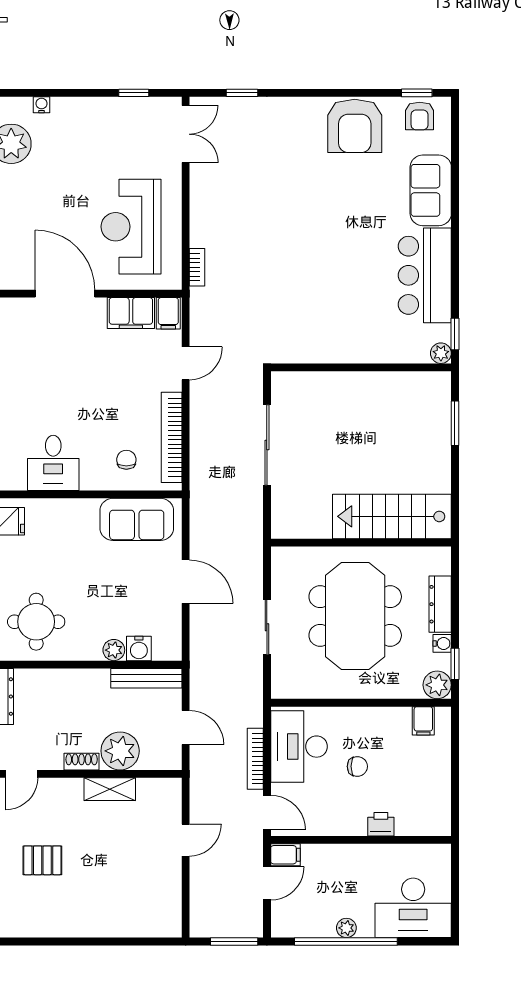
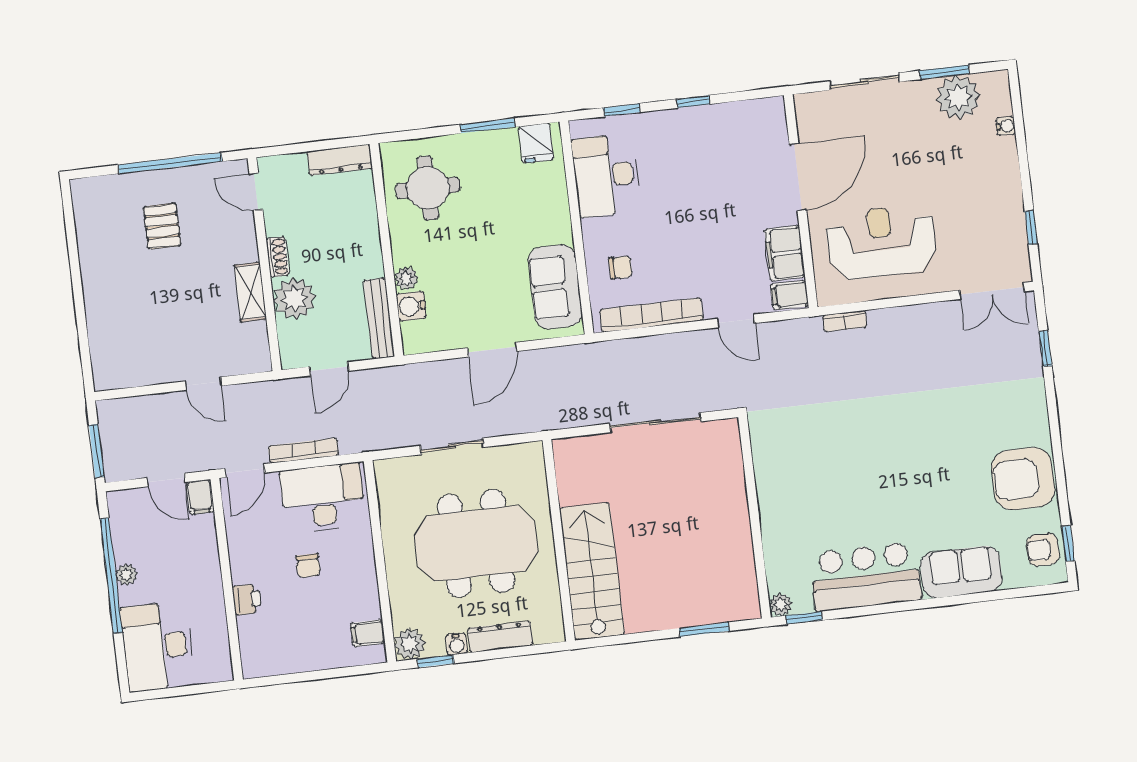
desk: (53, 463) -> (606, 175), width x1.37

